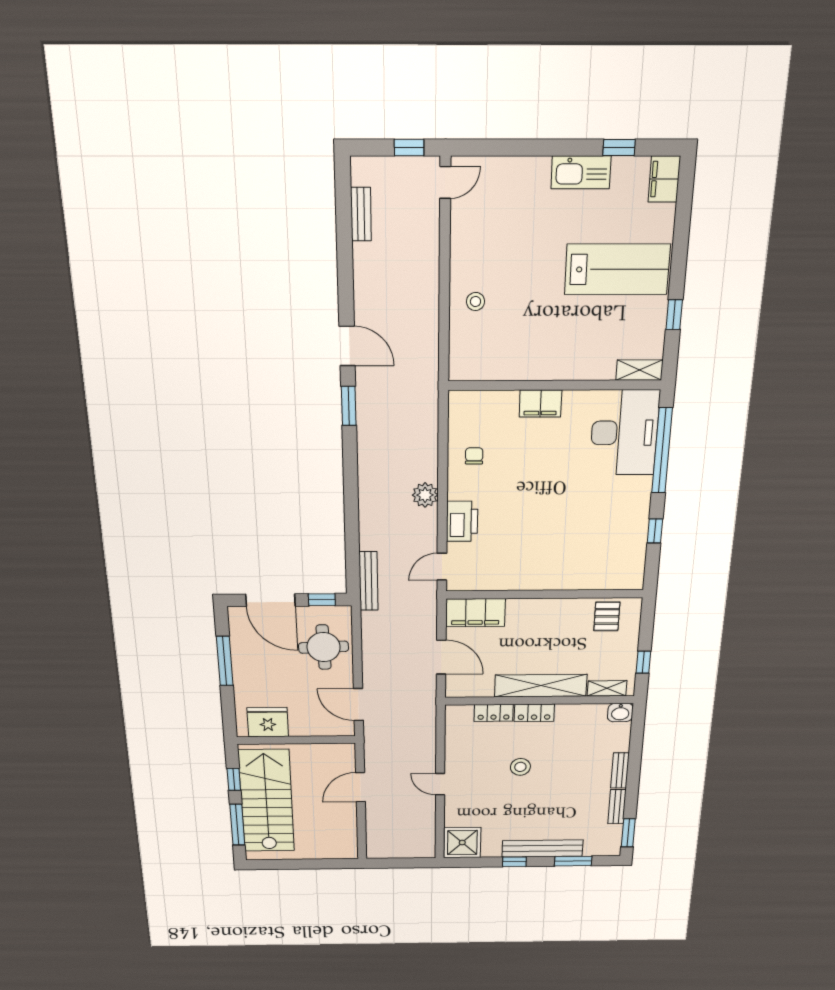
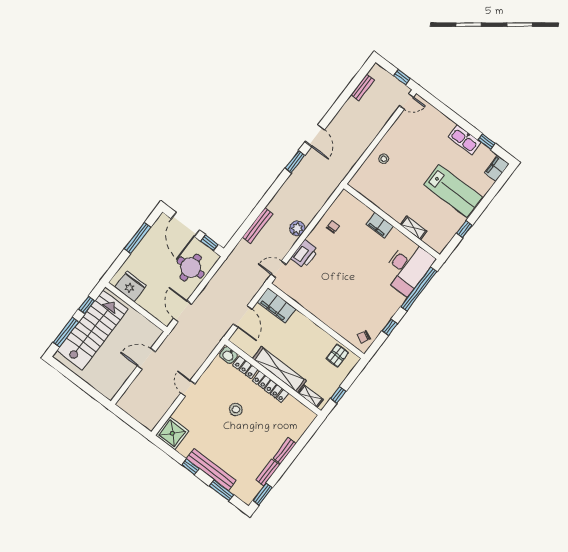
shelving: (639, 370) -> (414, 228), moved
chair: (626, 569) -> (364, 337), added
bench: (369, 581) -> (258, 226), moved
locker: (534, 713) -> (270, 387), width x1.53
washbasin: (620, 713) -> (228, 355), moved

